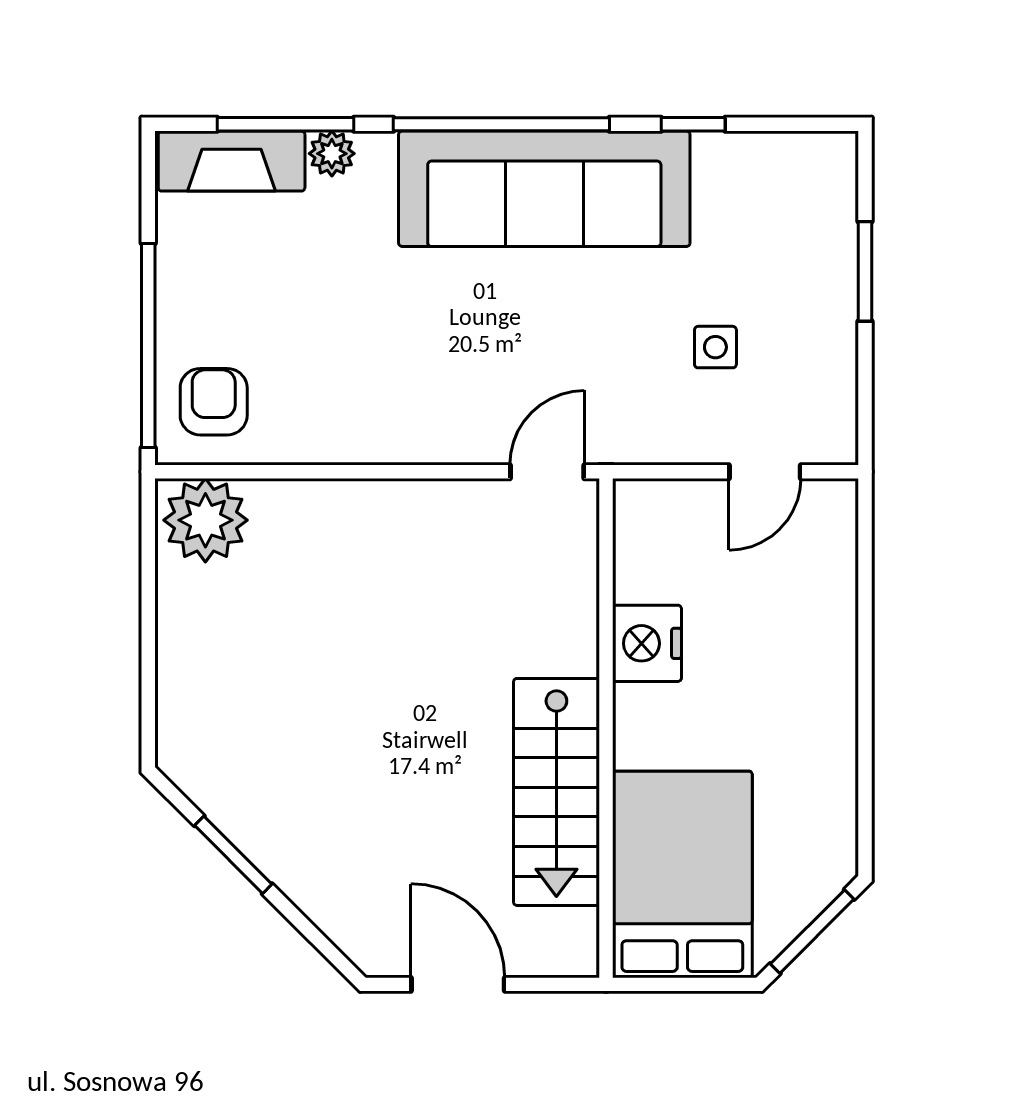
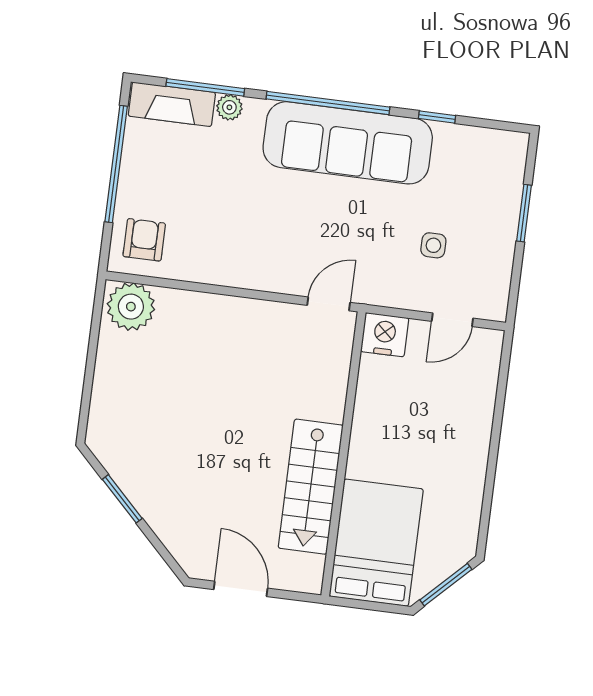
window: (148, 346) -> (116, 164), moved
nightstand: (647, 643) -> (385, 335), moved, turned 90

